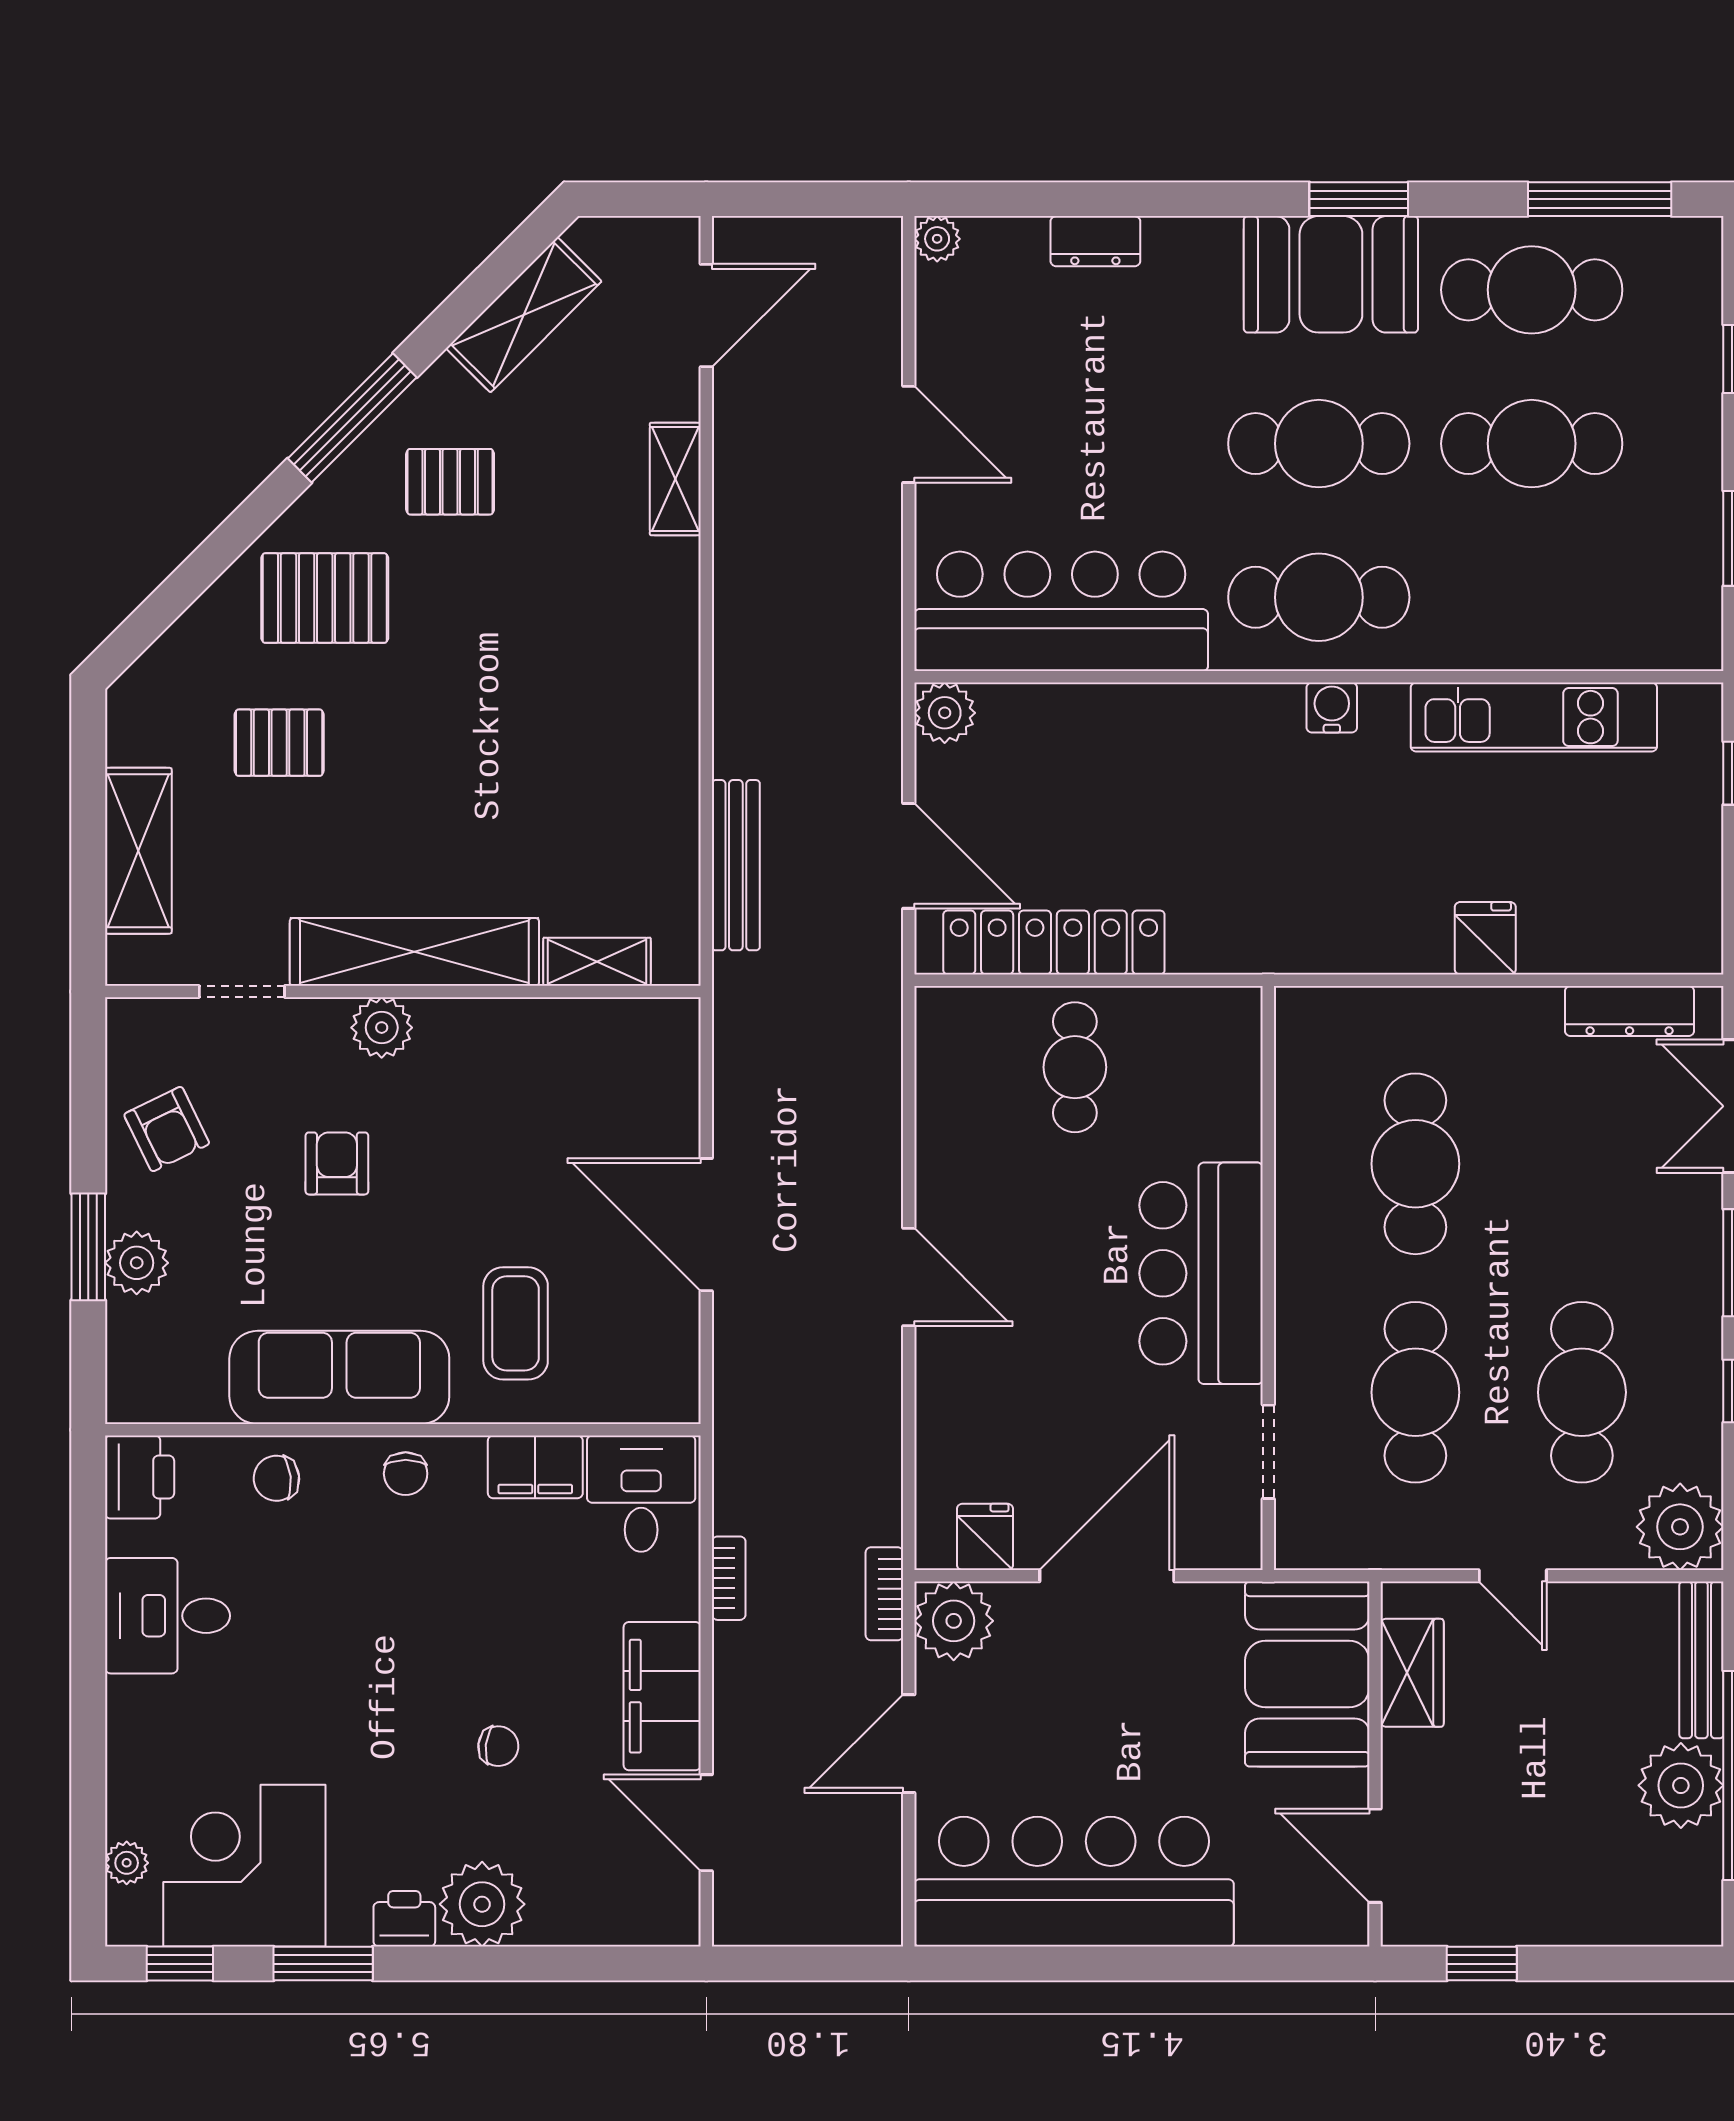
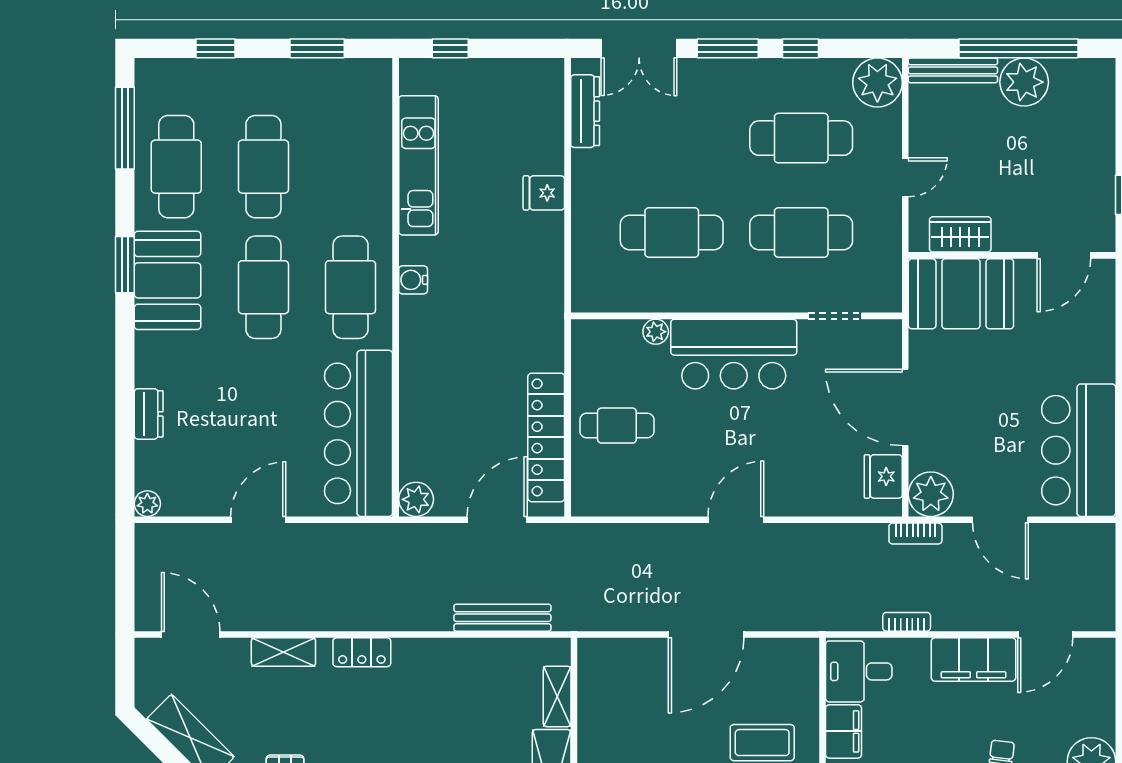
locker: (675, 617) -> (362, 652), added
plant: (1240, 1136) -> (656, 332), added
fridge: (985, 1537) -> (883, 476), width x1.38
bar counter: (1074, 1882) -> (1079, 450), width x0.73

